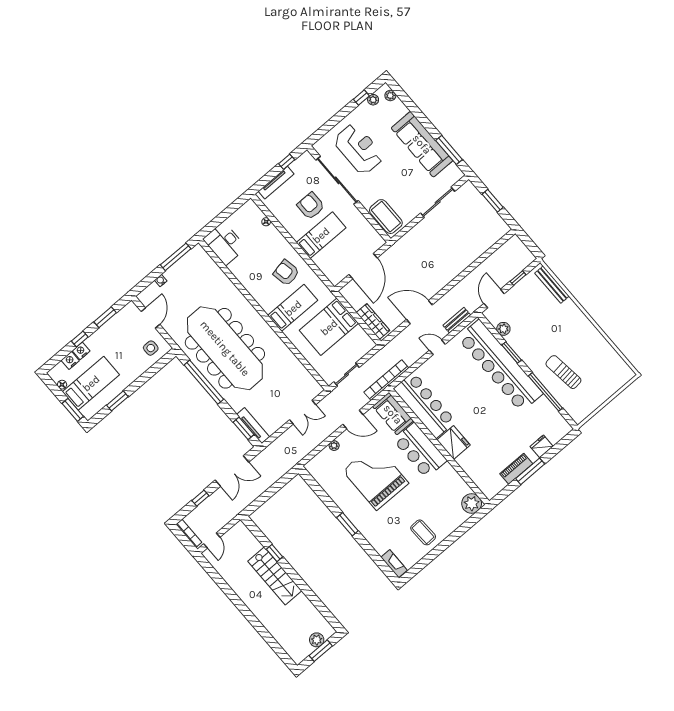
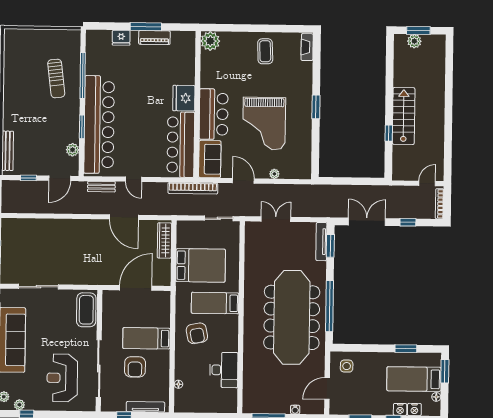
desk: (225, 243) -> (224, 370), moved

